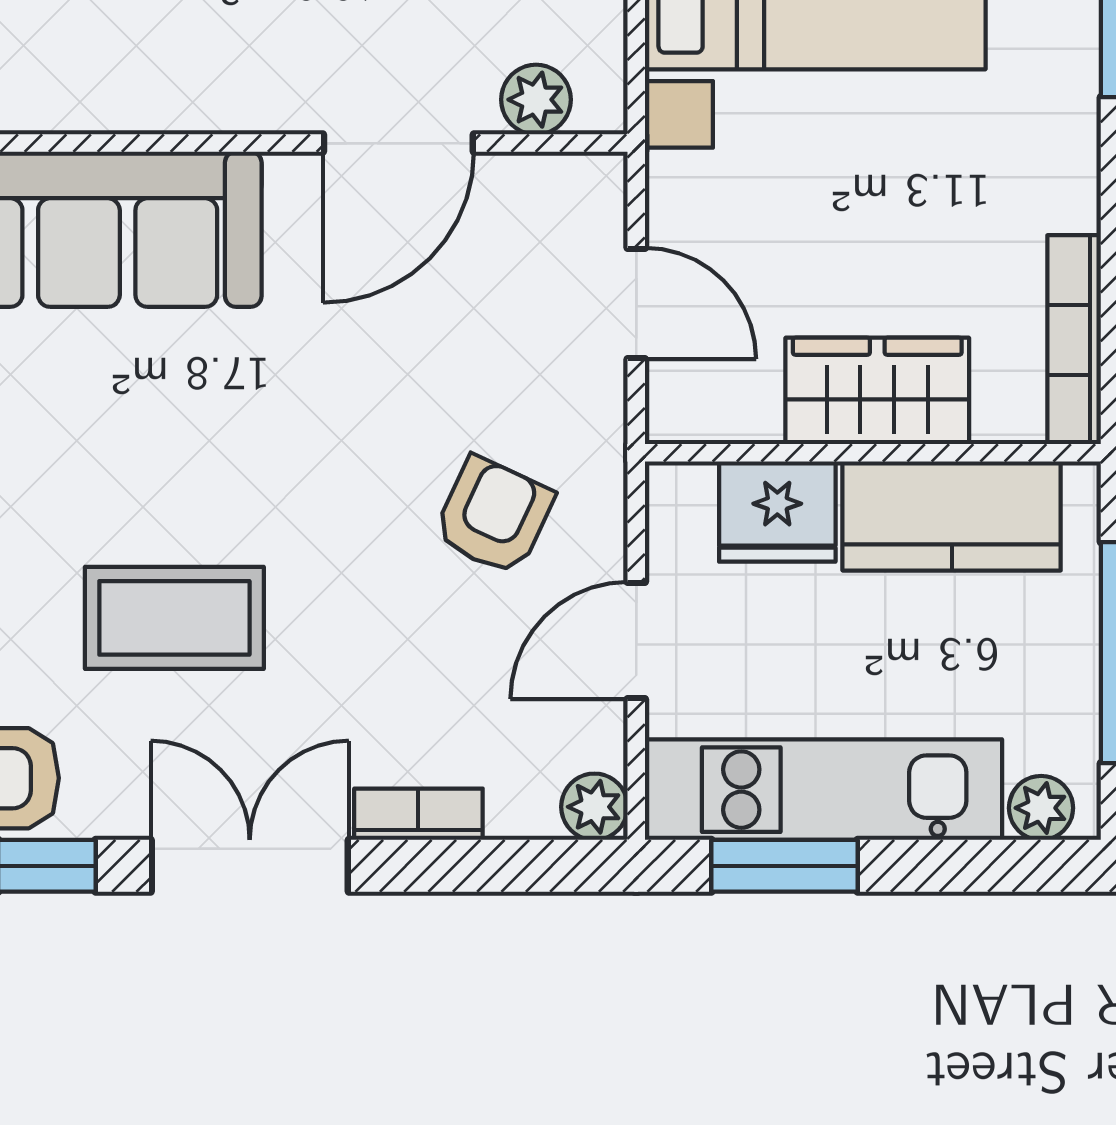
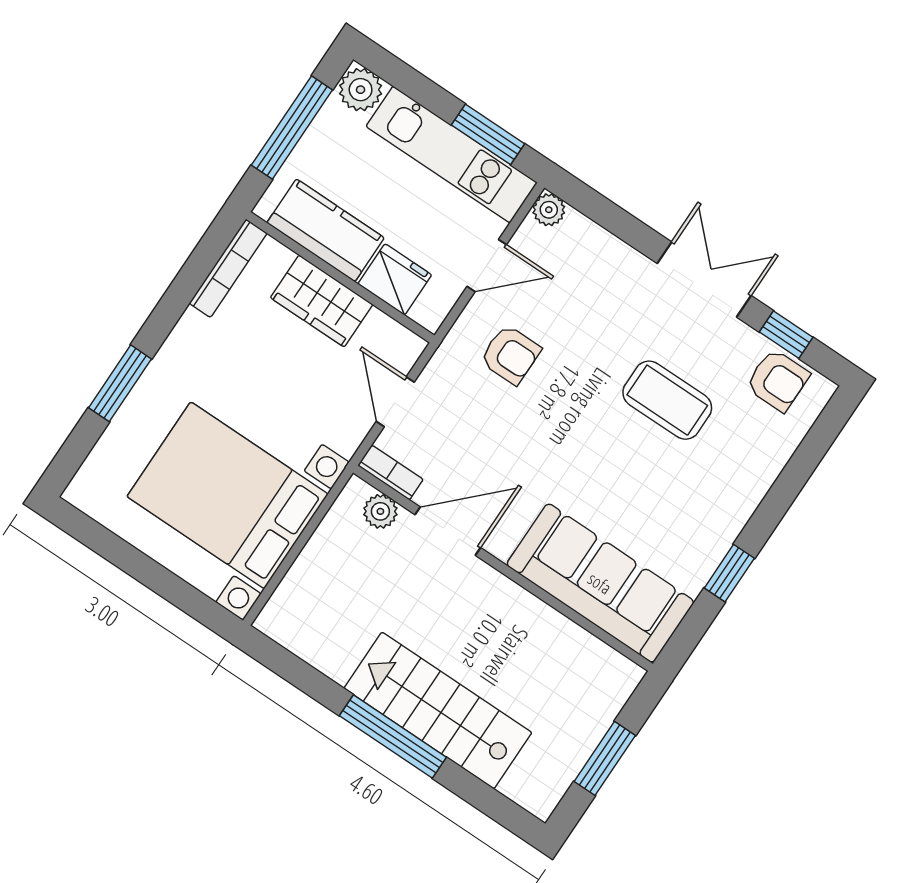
armchair: (494, 516) -> (511, 355), turned -115
plant: (1041, 808) -> (361, 90), width x1.38, depth x1.38
bookcase: (418, 814) -> (390, 473), moved, turned 180
double door: (250, 866) -> (704, 280), swing flipped

